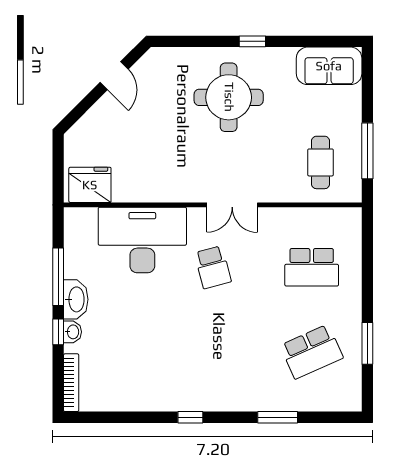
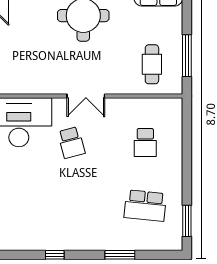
school desk: (312, 267) -> (145, 143), width x0.54
window: (367, 343) -> (187, 221), moved
school desk: (312, 352) -> (145, 206), turned 30

